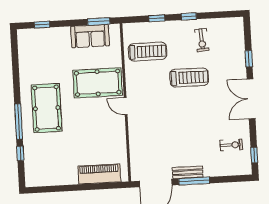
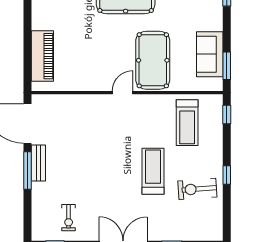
window: (157, 18) -> (227, 115), moved
exercise bike: (202, 40) -> (197, 189), width x1.38, depth x1.39
treadmill: (189, 78) -> (153, 171), turned 180

